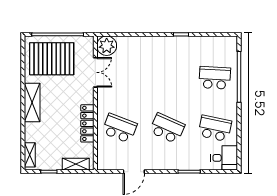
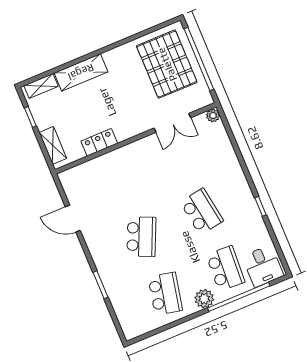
plant: (107, 46) -> (213, 115), width x0.53, depth x0.53
shelving: (32, 102) -> (81, 72), moved
plant: (230, 102) -> (204, 299), added
locker: (87, 123) -> (99, 142), width x0.66
school desk: (119, 128) -> (202, 212), moved, turned -30
desk: (224, 158) -> (263, 266), moved

